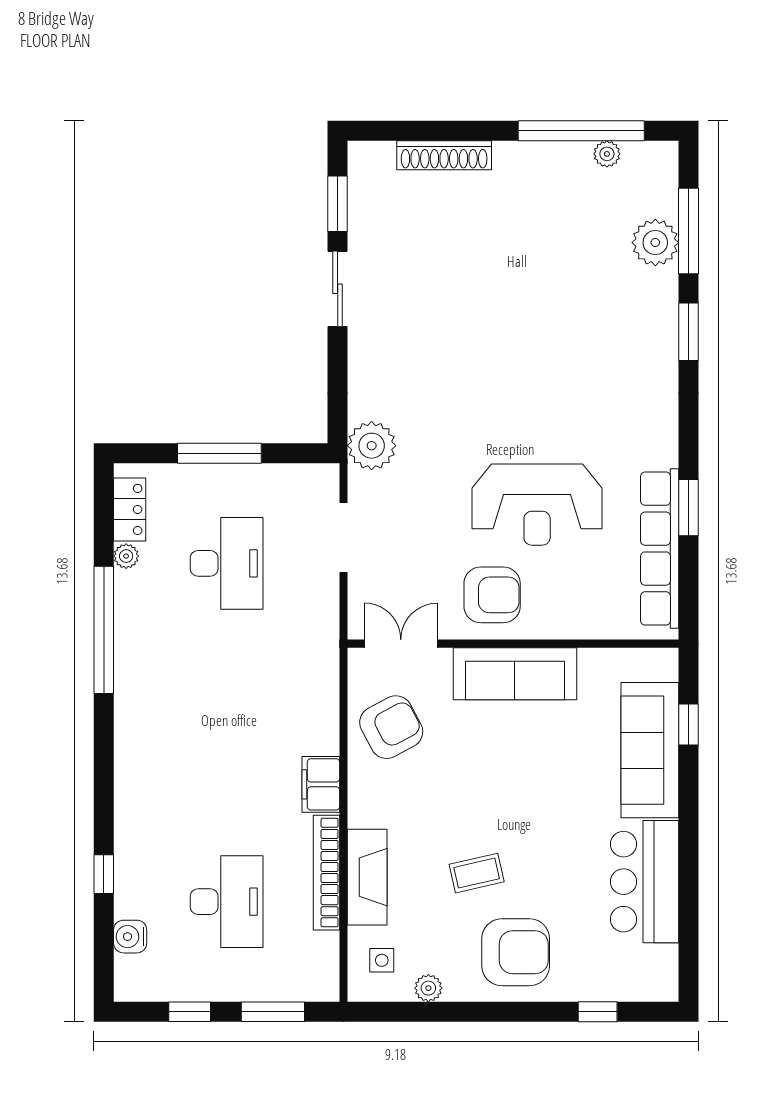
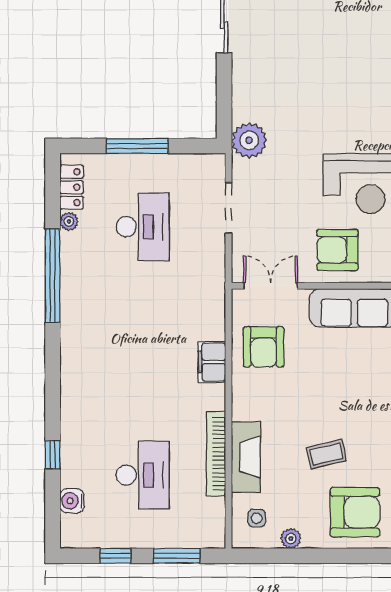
armchair: (492, 595) -> (338, 250), turned 180
armchair: (391, 727) -> (264, 347), turned 118
filing cabinet: (321, 784) -> (212, 362), moved

